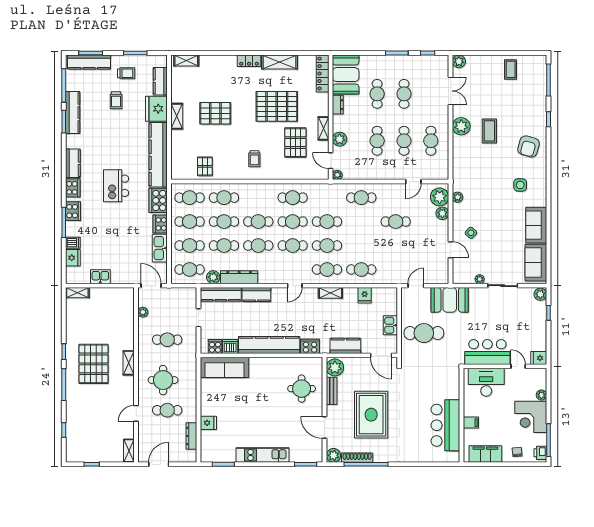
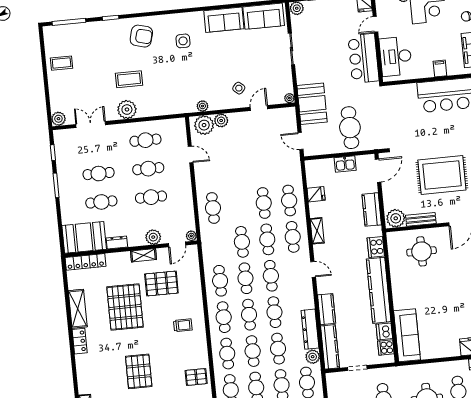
cafe table: (258, 198) -> (224, 317), added
cafe table: (396, 222) -> (264, 203), moved
plant: (480, 279) -> (289, 98), moved

